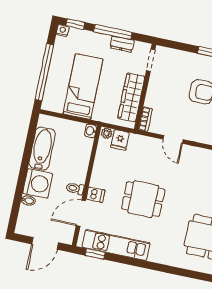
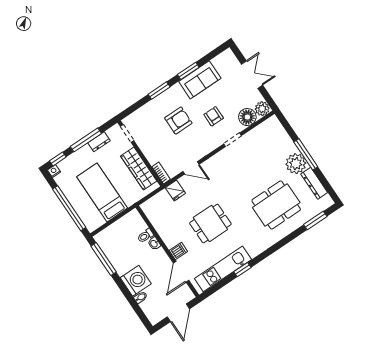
washbasin: (91, 131) -> (154, 244), moved
plant: (107, 133) -> (146, 206), removed
window: (30, 140) -> (104, 259), added
fridge: (120, 140) -> (175, 191), moved
bathtub: (42, 149) -> (116, 256), removed
toilet: (75, 188) -> (145, 236), moved
window: (95, 254) -> (242, 270), moved

